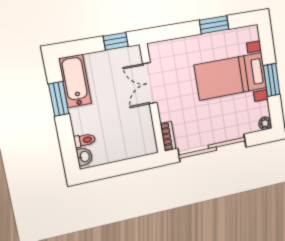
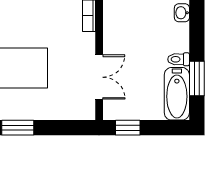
toilet: (85, 140) -> (179, 59), moved

